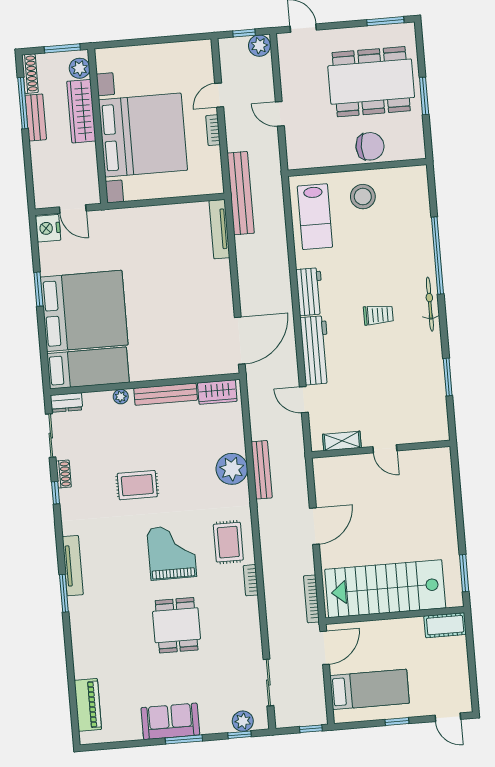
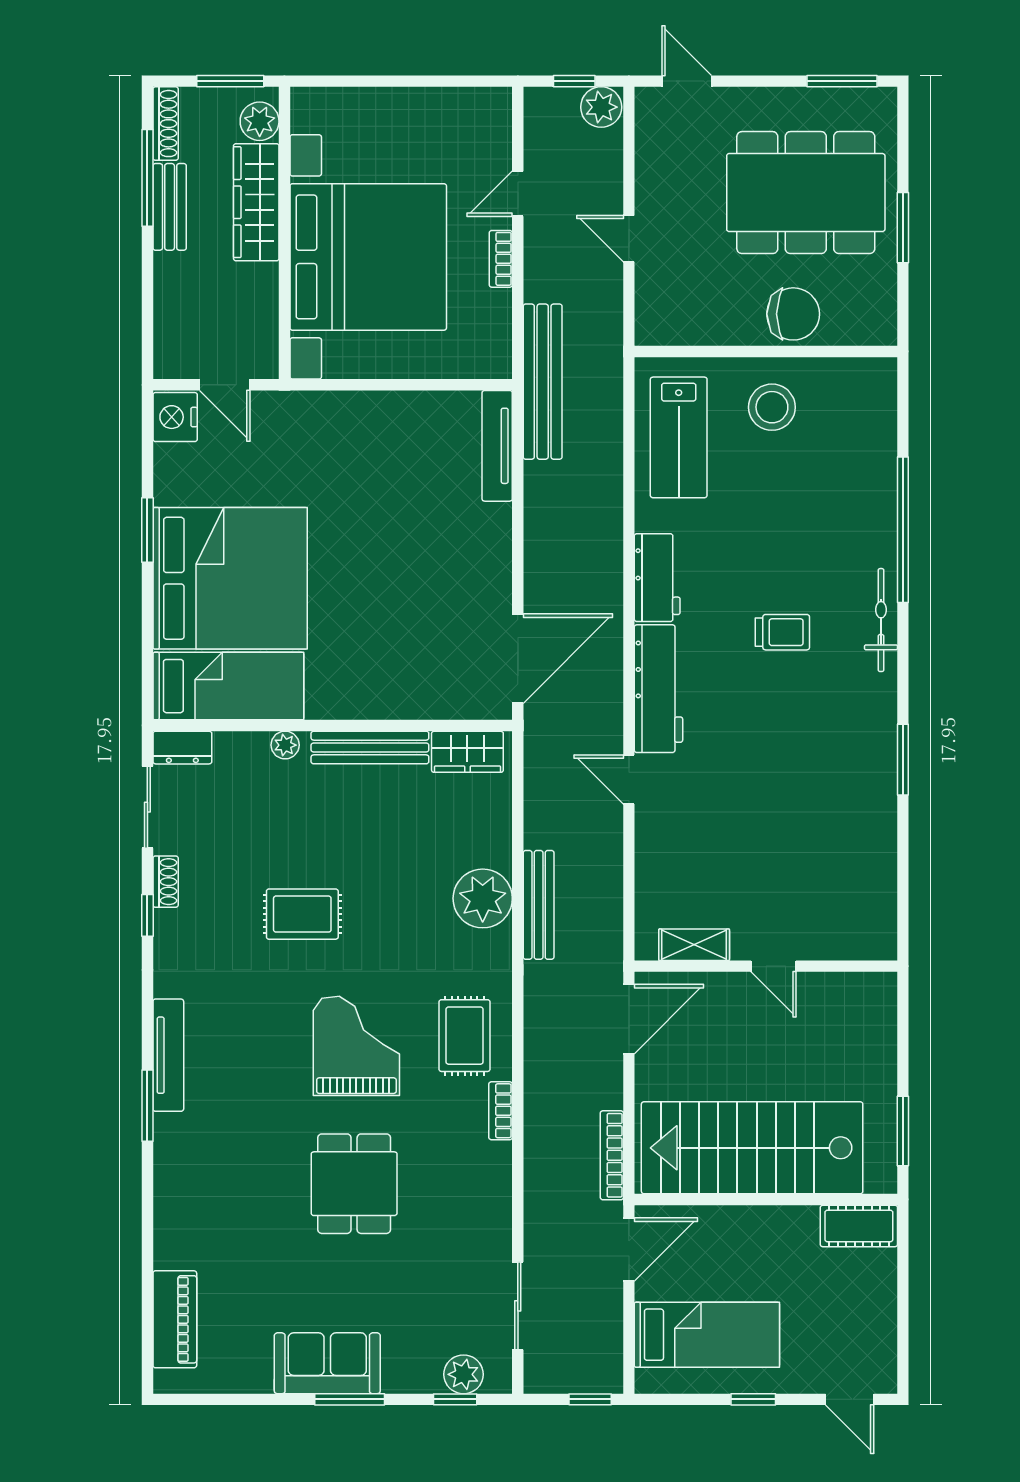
shelving: (342, 441) -> (694, 945), moved
wall: (381, 449) -> (766, 966), moved
door: (385, 449) -> (774, 966), moved

